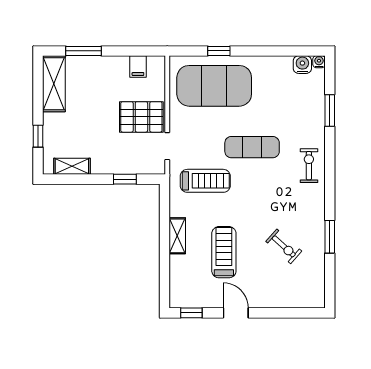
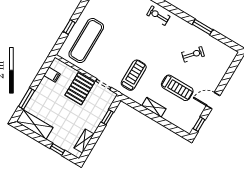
exercise mat: (214, 86) -> (86, 41), width x0.68
exercise mat: (252, 147) -> (131, 40), removed
treadmill: (224, 252) -> (177, 88), turned 180

